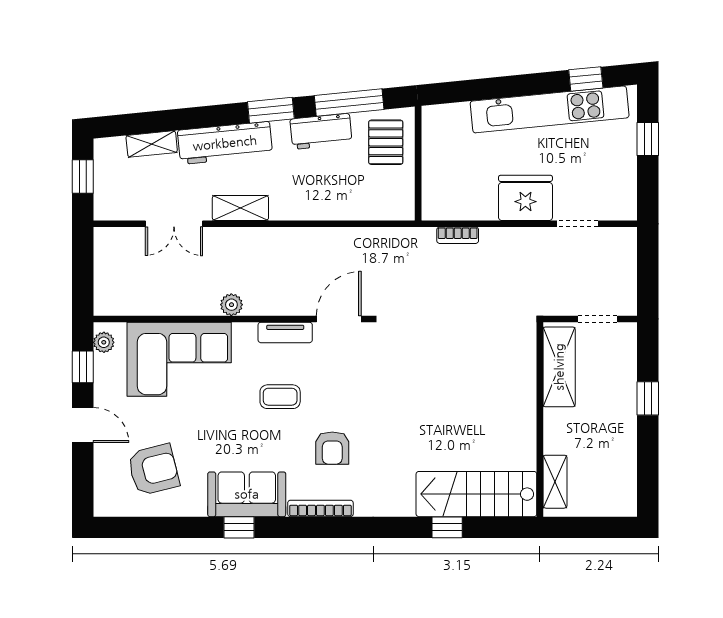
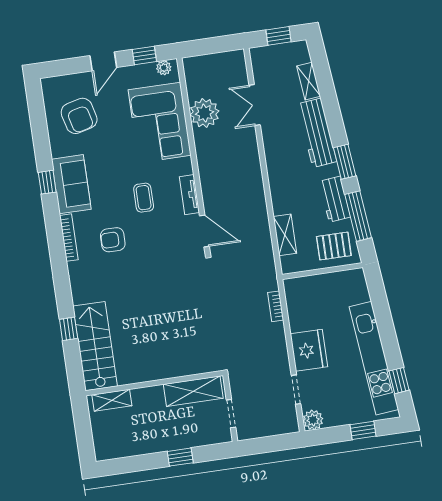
plant: (623, 206) -> (313, 420), added
shelving: (240, 208) -> (285, 235), moved
plant: (231, 305) -> (204, 113), moved, width x1.87, depth x1.87

